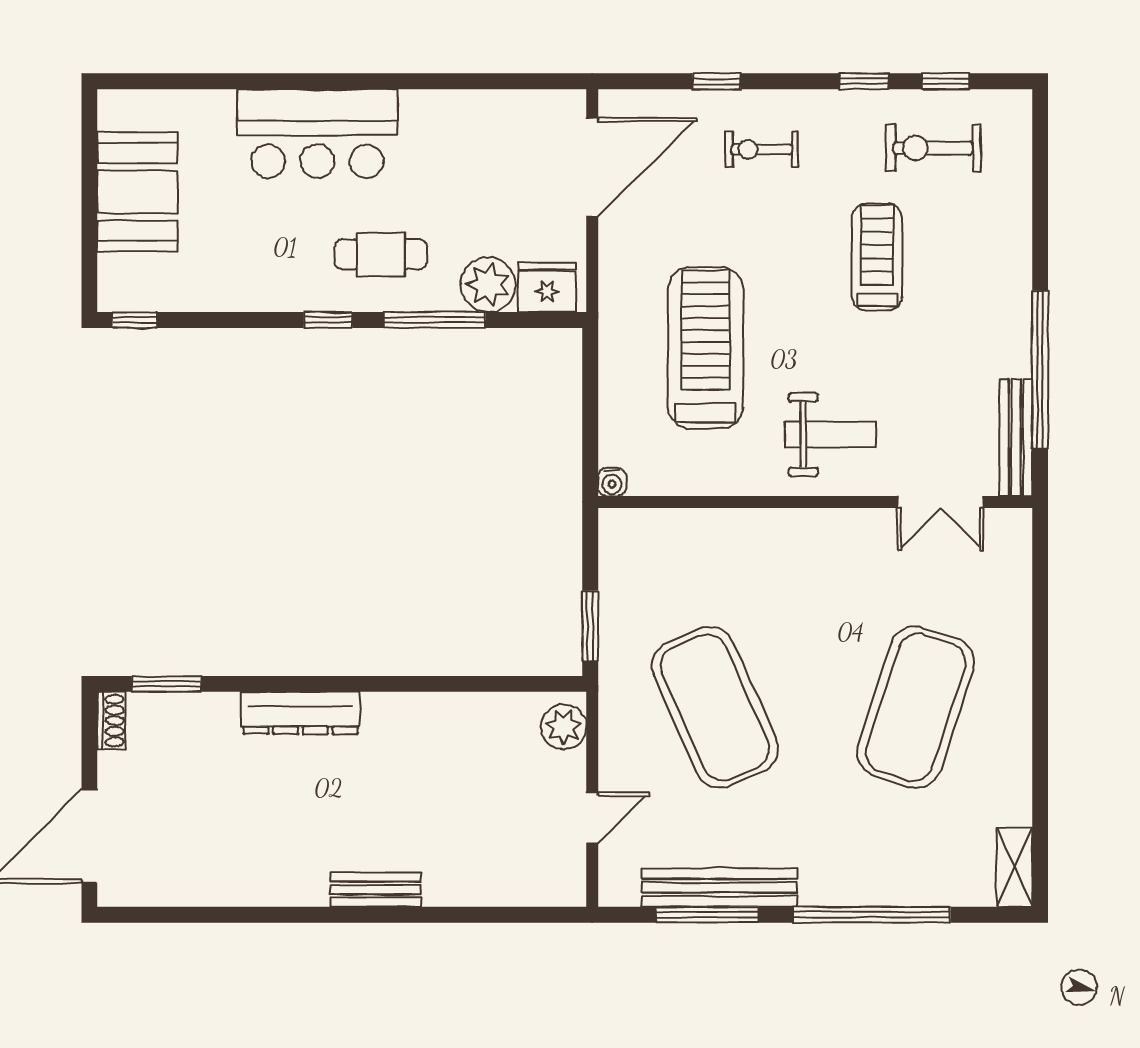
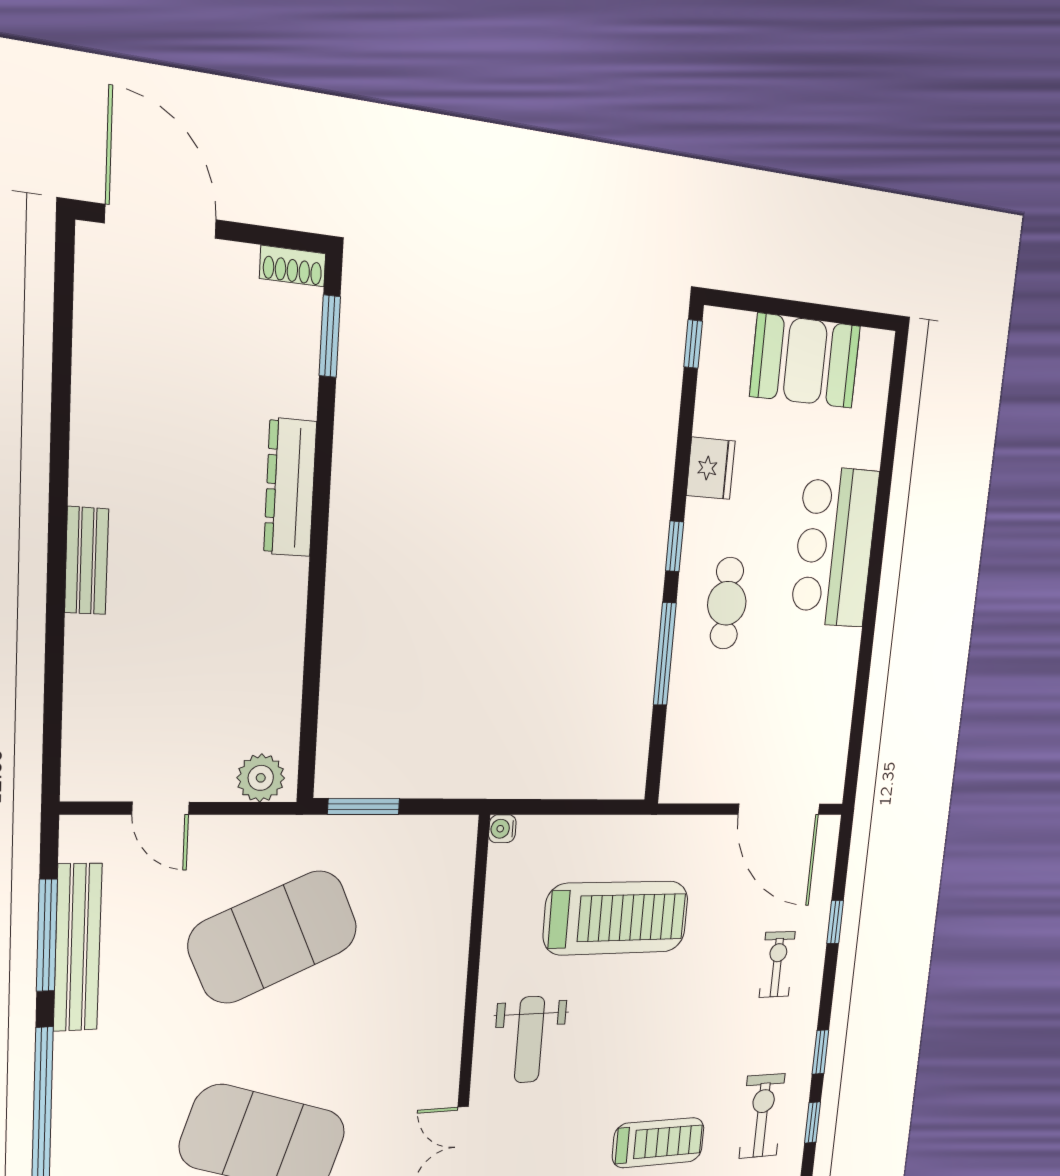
treadmill: (877, 257) -> (658, 1143), moved
plant: (488, 285) -> (691, 708), removed
fridge: (547, 288) -> (711, 468), moved

